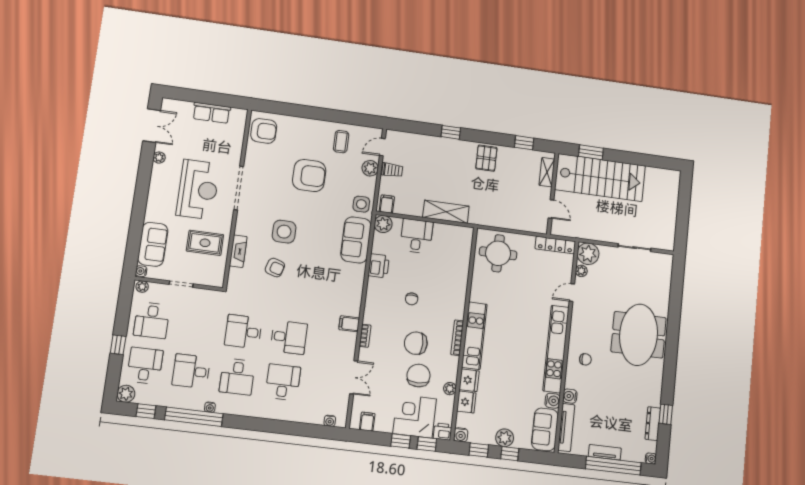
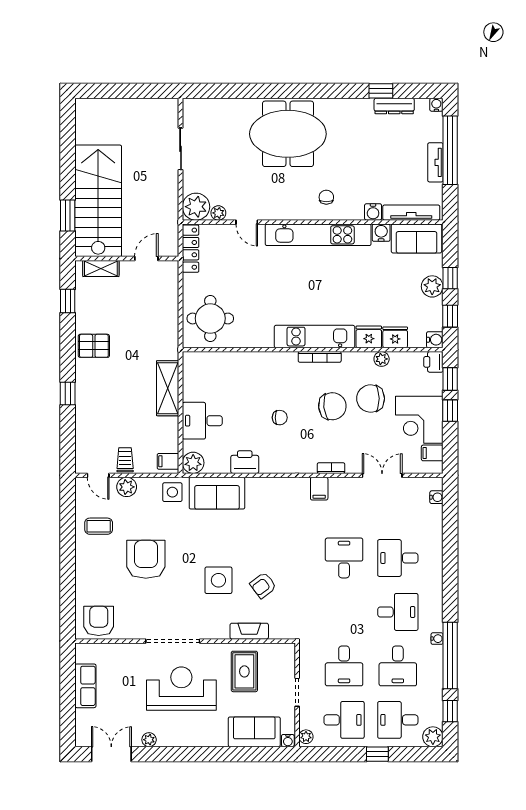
armchair: (275, 268) -> (263, 585), turned -144
desk: (243, 332) -> (344, 666), moved
chair: (416, 343) -> (332, 406), turned -96
corner desk: (415, 416) -> (419, 420), moved

